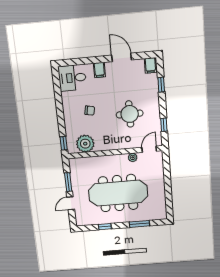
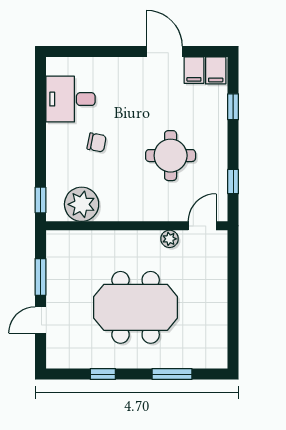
filing cabinet: (99, 70) -> (194, 70), moved
desk: (72, 78) -> (70, 99), moved
meeting table: (118, 193) -> (136, 307), width x0.73

